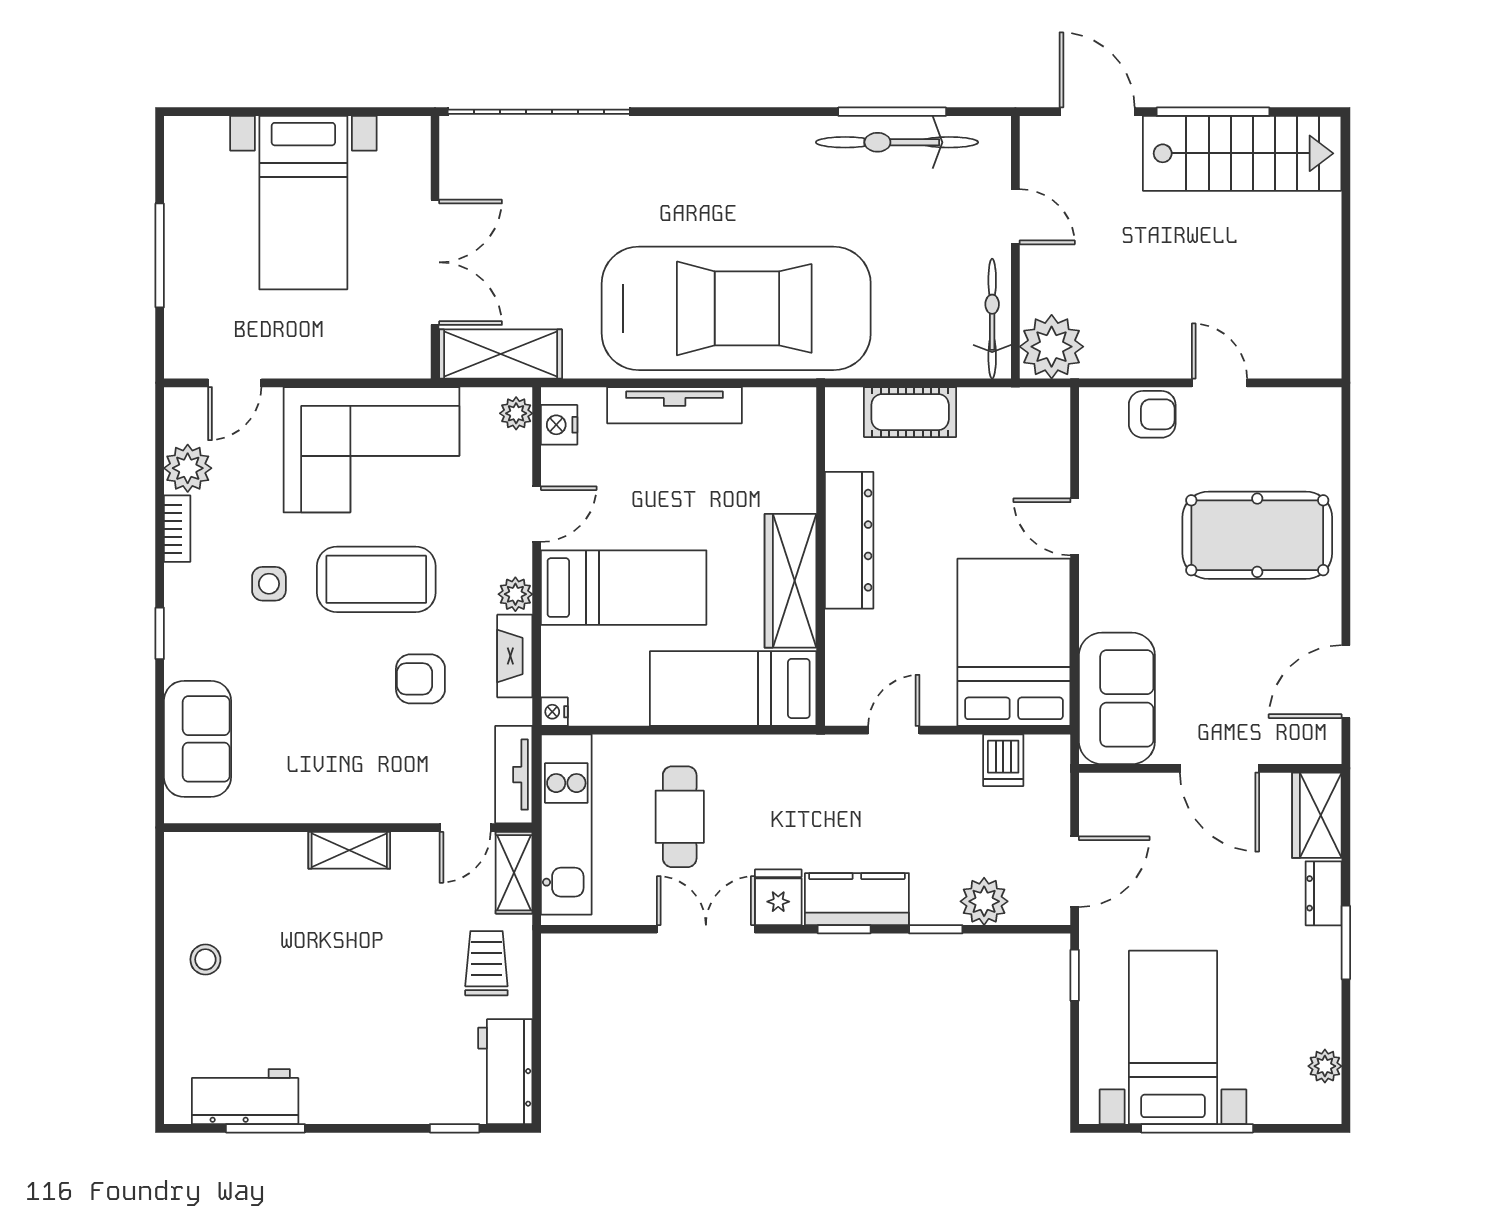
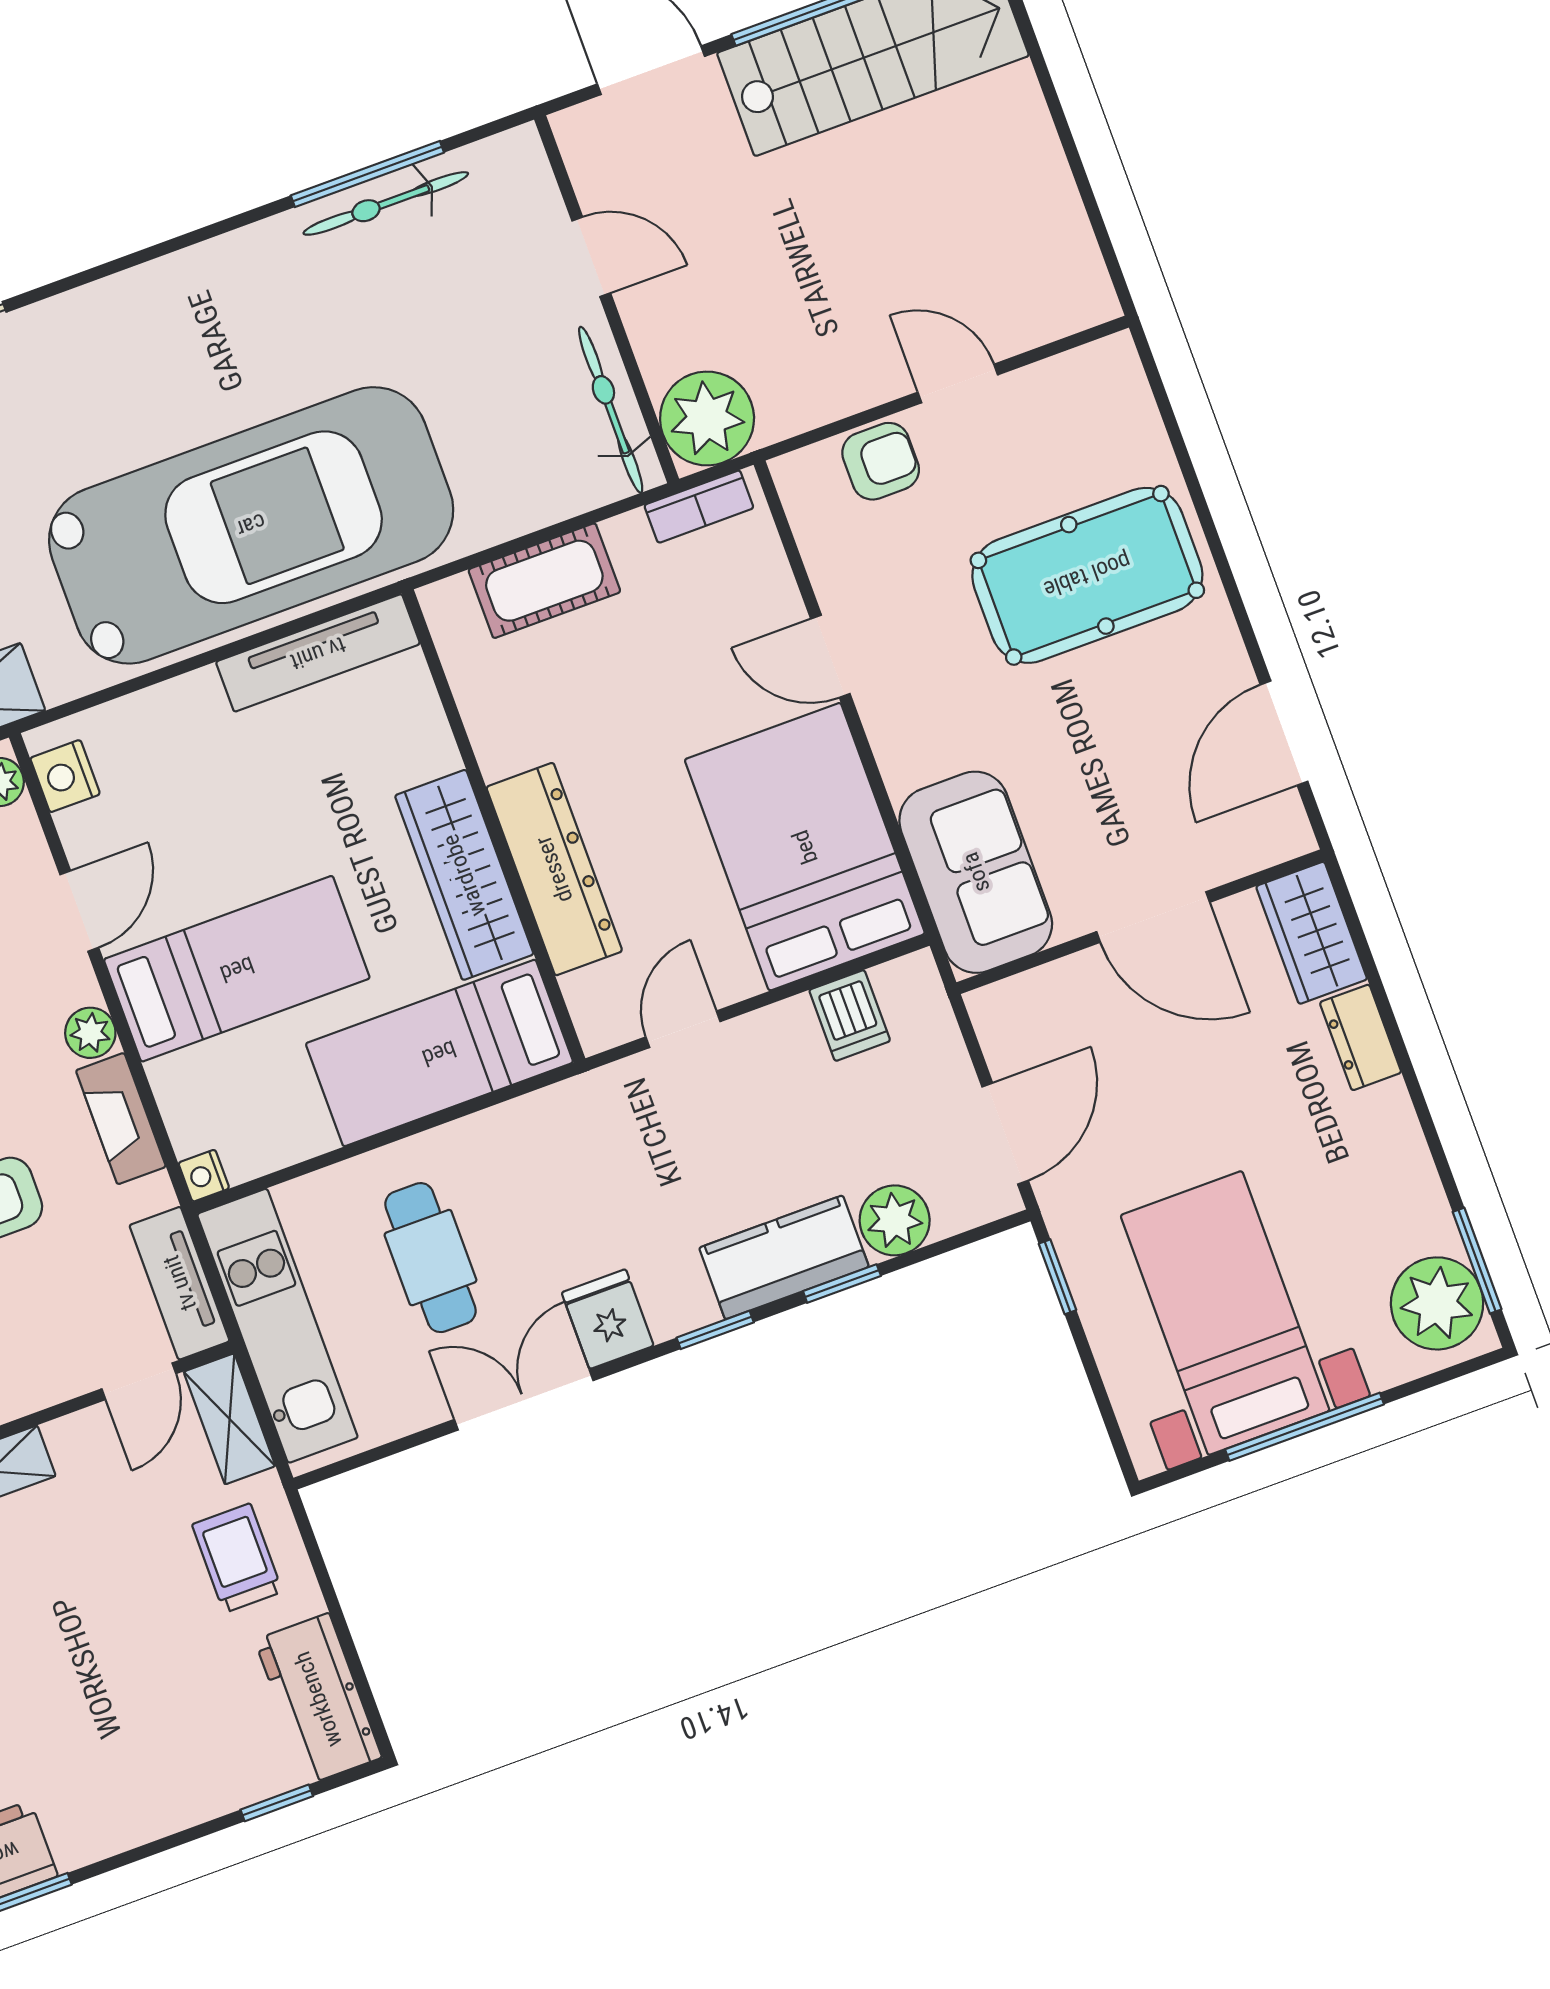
bicycle: (897, 142) -> (386, 203), width x0.73, depth x0.71
bookcase: (1026, 401) -> (699, 507), added
tv unit: (675, 405) -> (318, 653), moved
dresser: (849, 540) -> (554, 869), moved
kitchen counter: (857, 899) -> (784, 1257), moved
window: (1346, 943) -> (1477, 1261), moved
plant: (1325, 1066) -> (1437, 1303), width x1.87, depth x1.87

